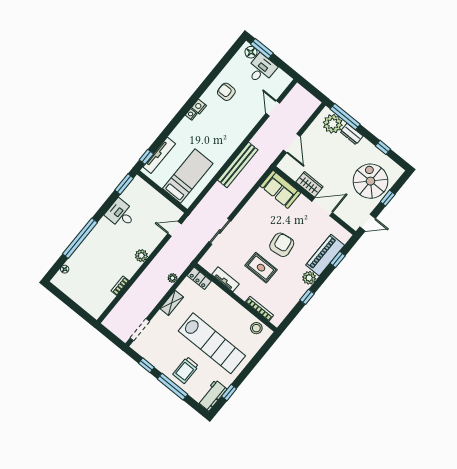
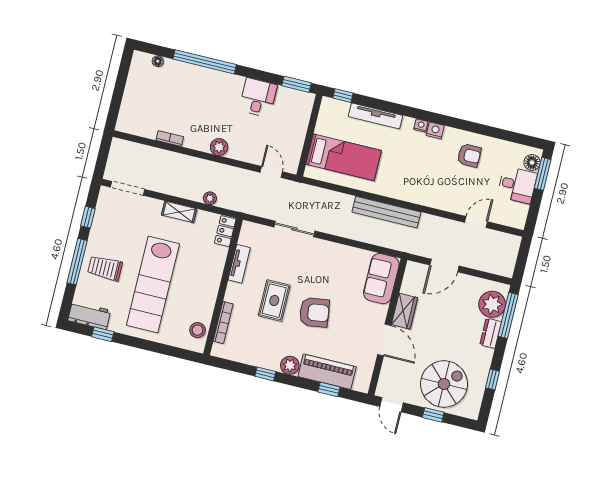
armchair: (226, 92) -> (469, 155), turned 90
tv unit: (159, 155) -> (375, 116), moved

